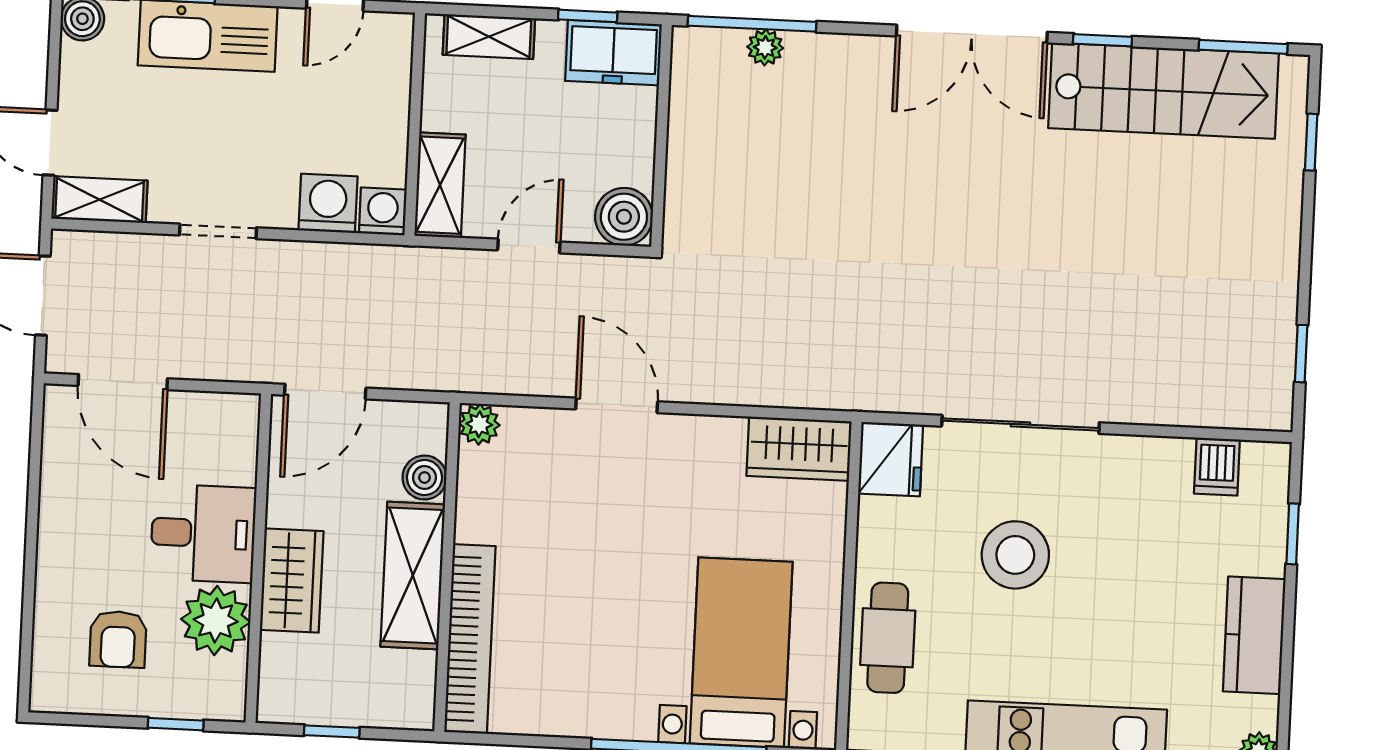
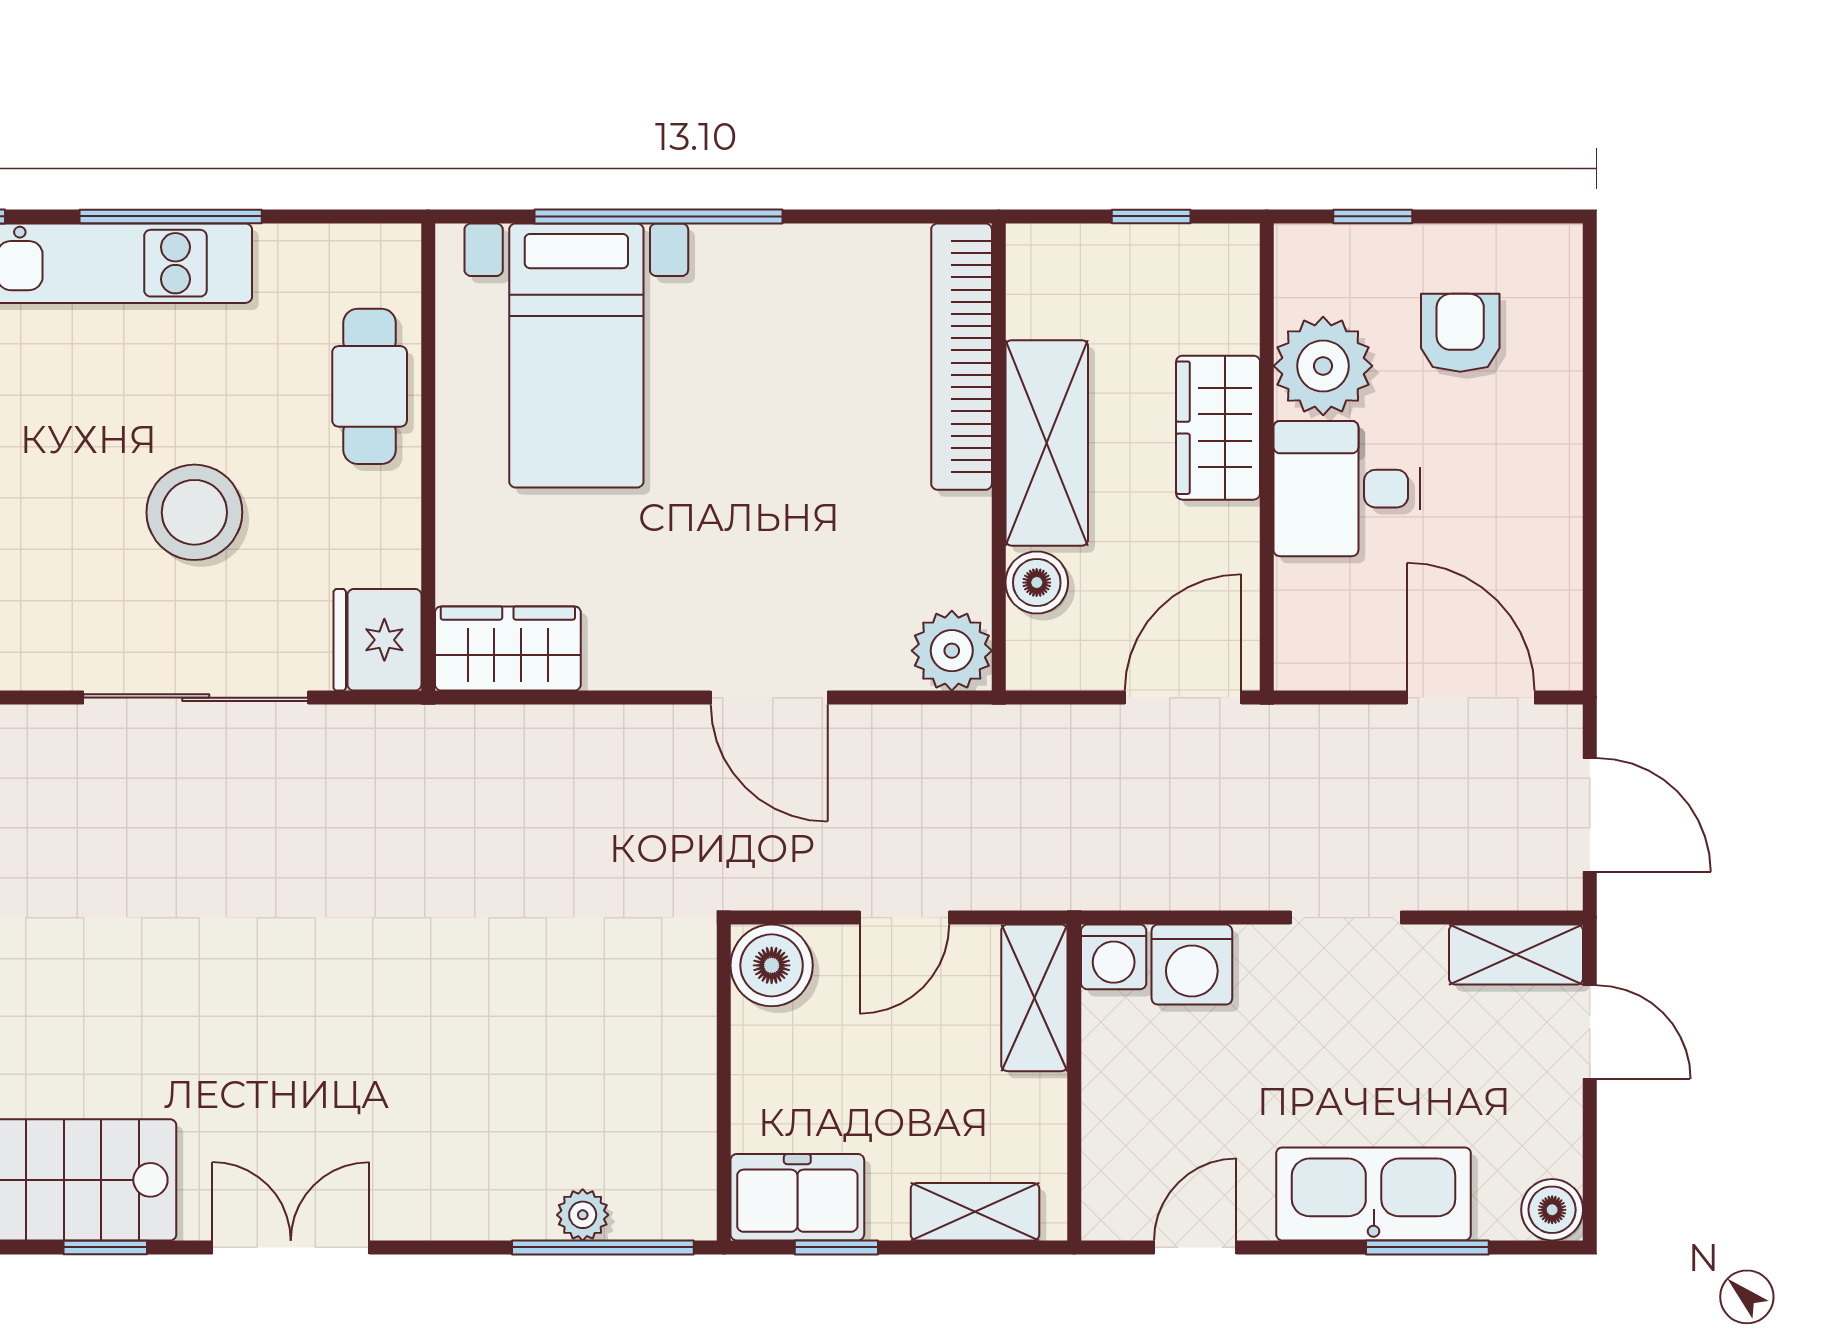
double door: (972, 34) -> (291, 1247), width x0.73
plant: (479, 424) -> (952, 651), width x1.38, depth x1.38

